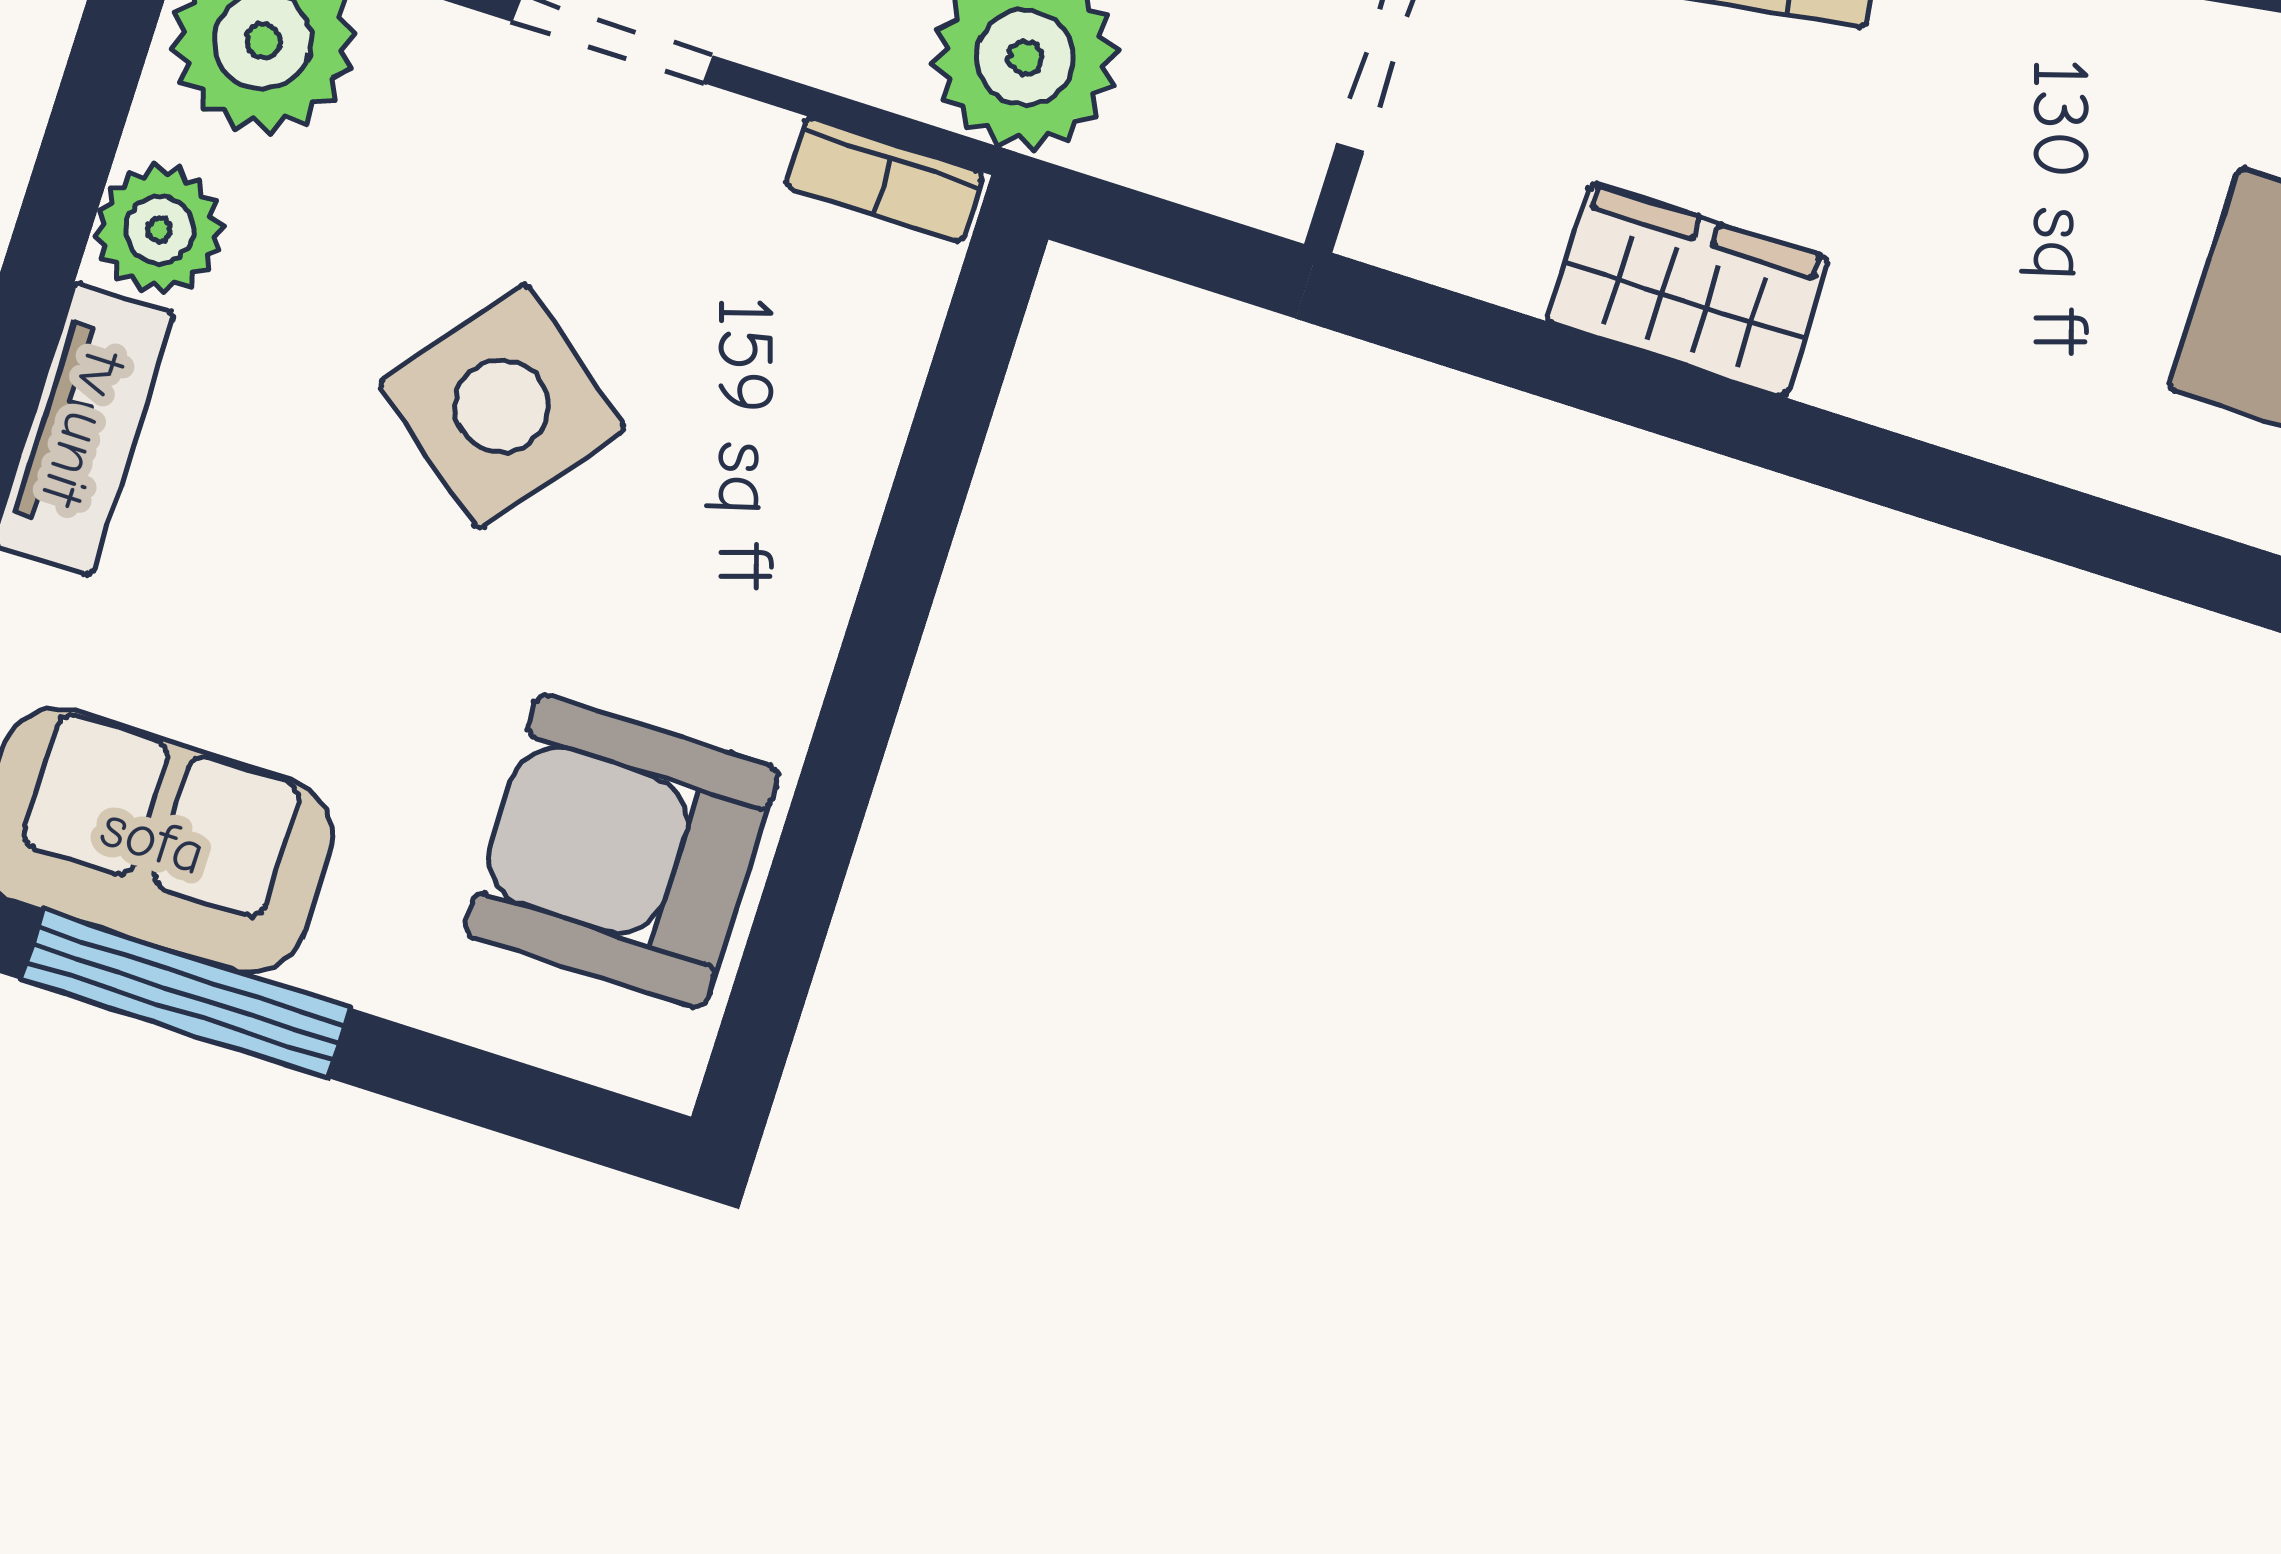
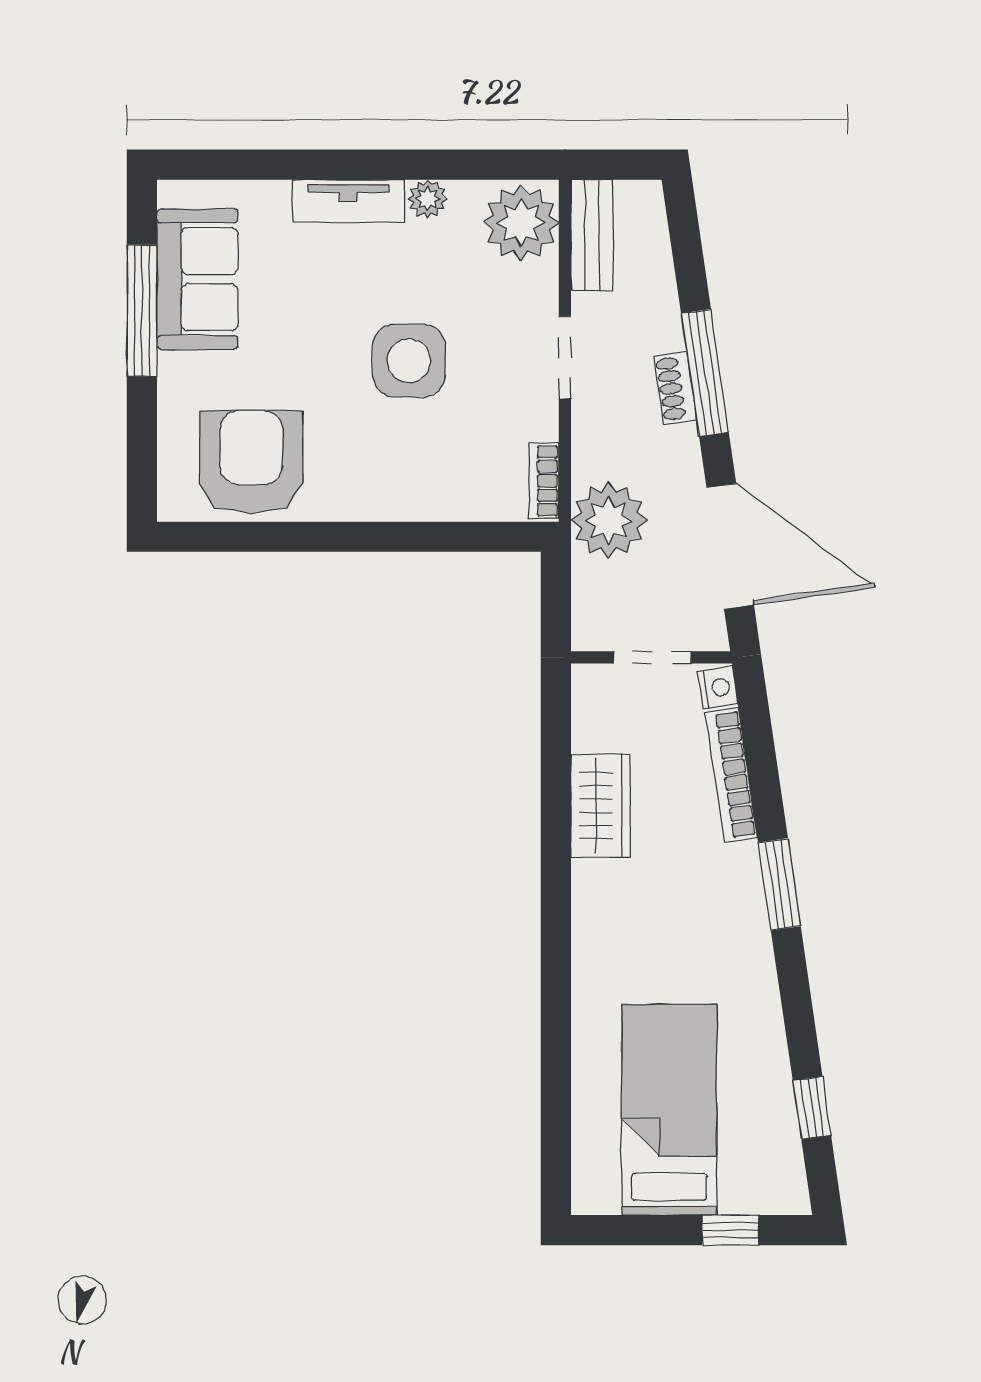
plant: (159, 230) -> (428, 199), width x0.73, depth x0.73
side table: (502, 406) -> (409, 361), turned -38

